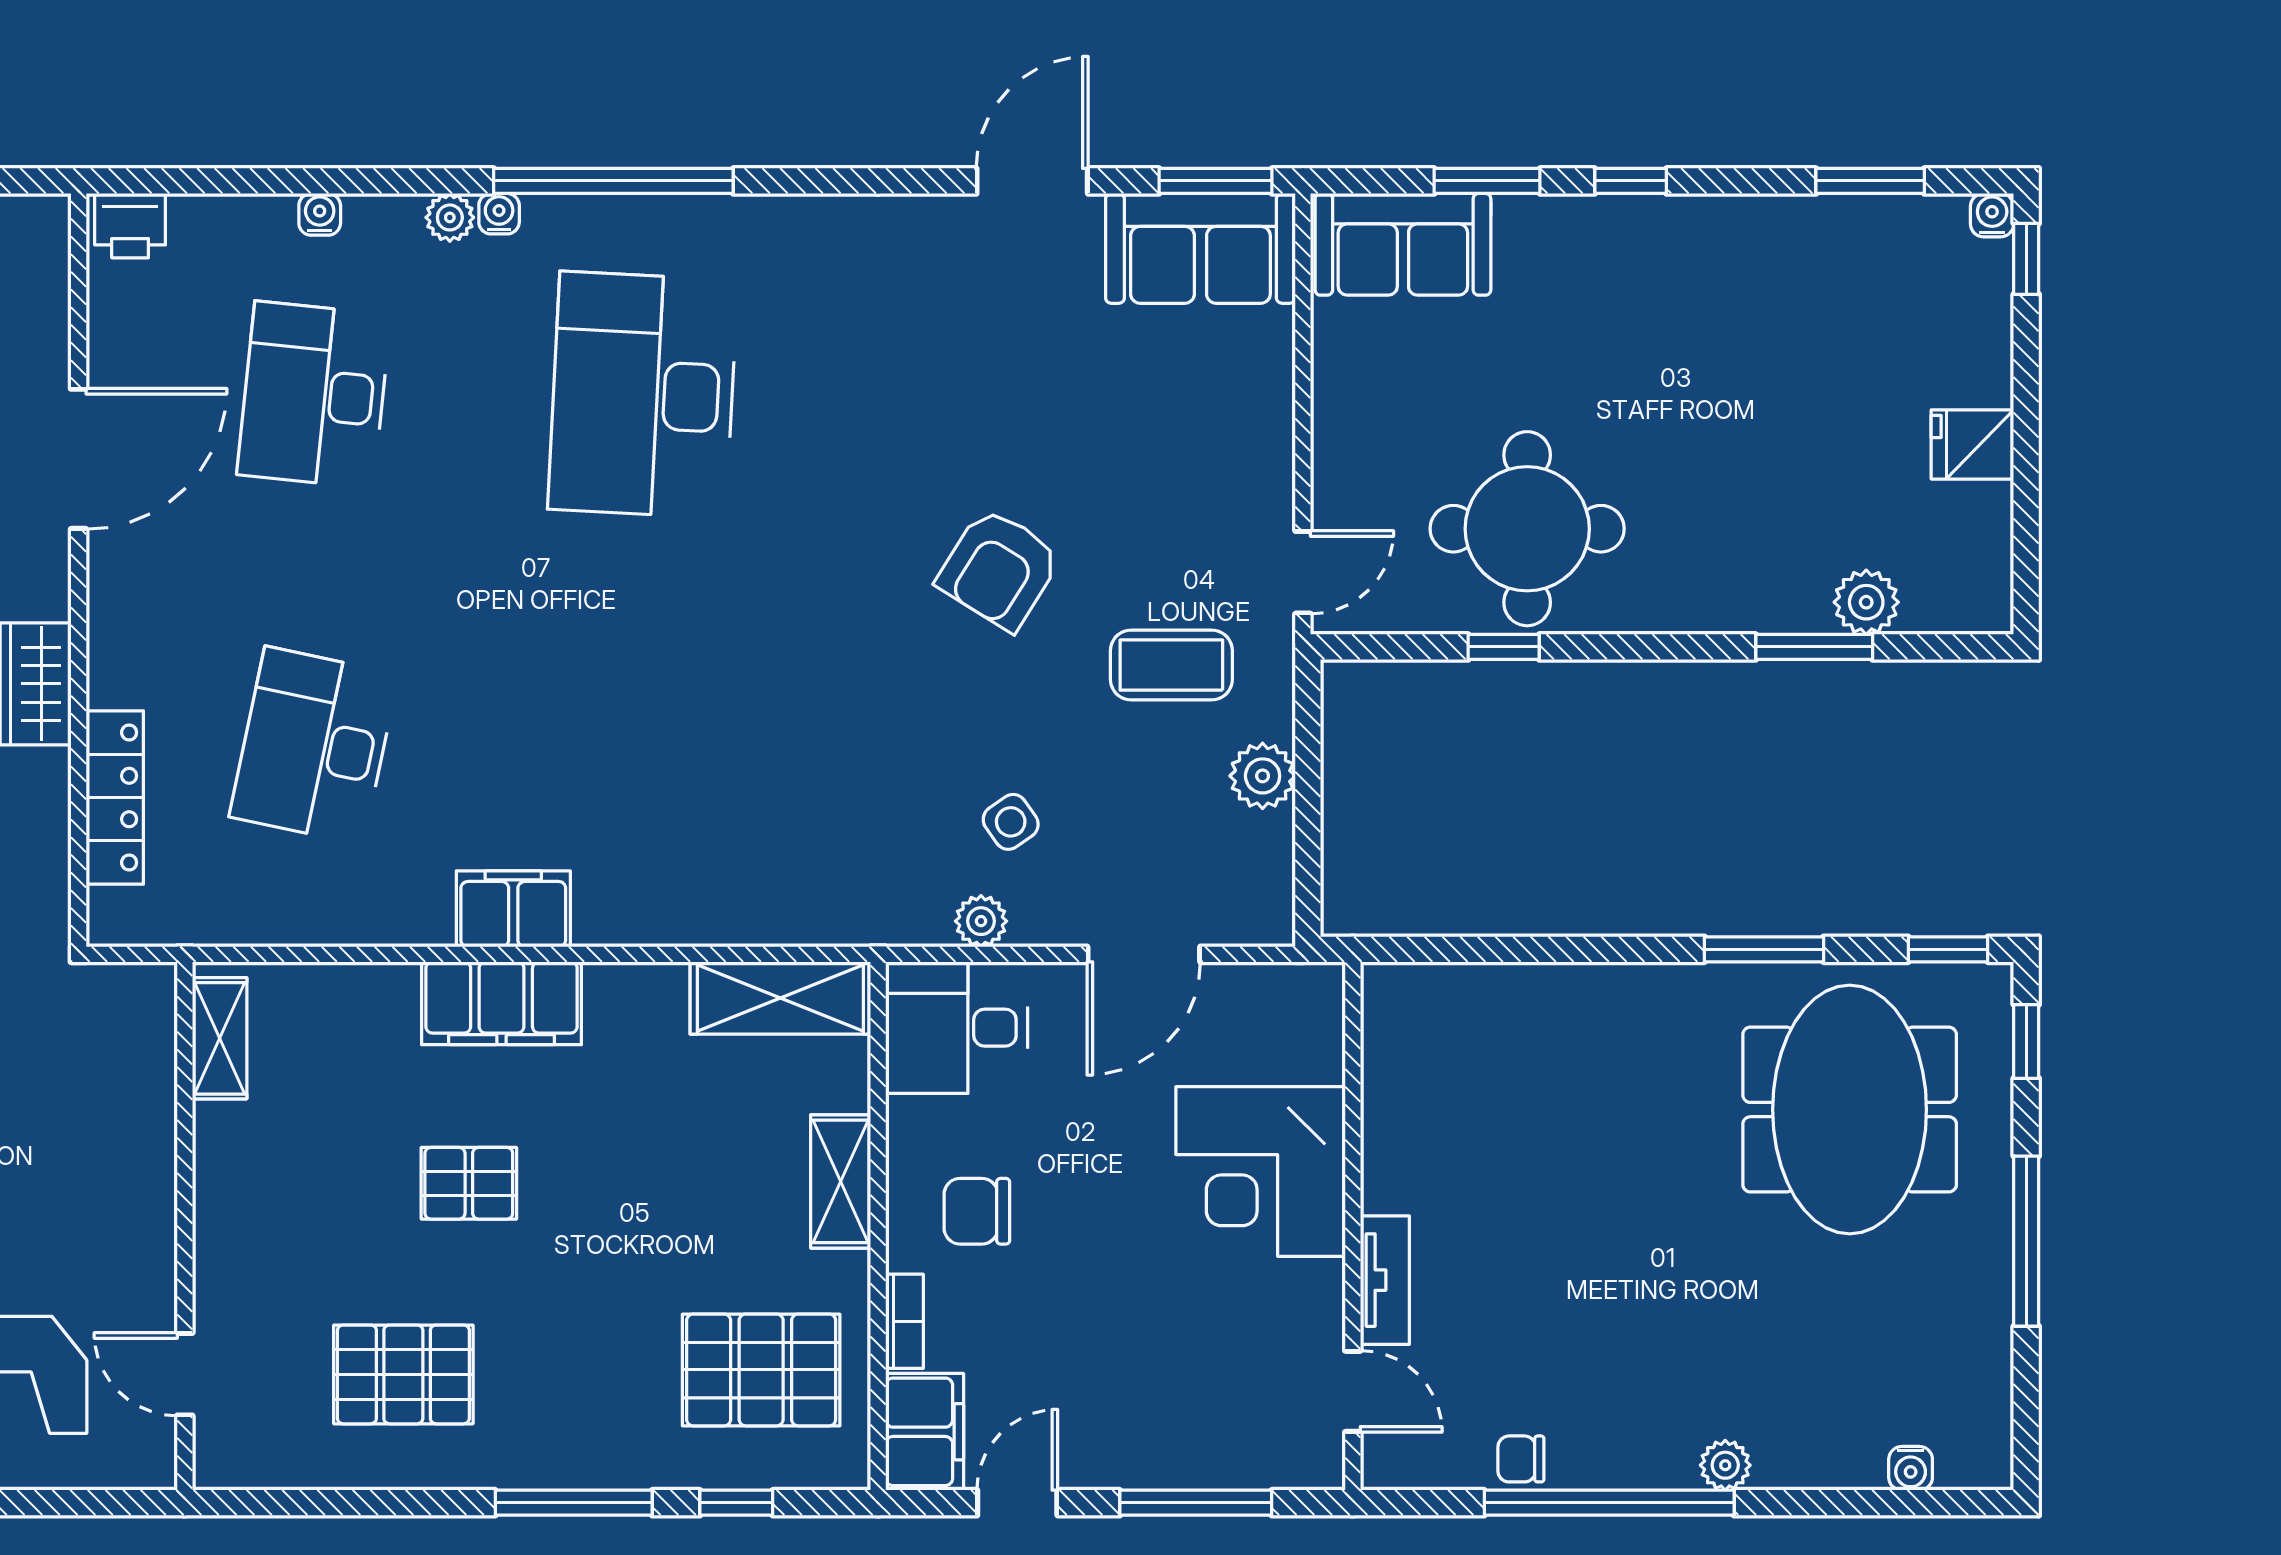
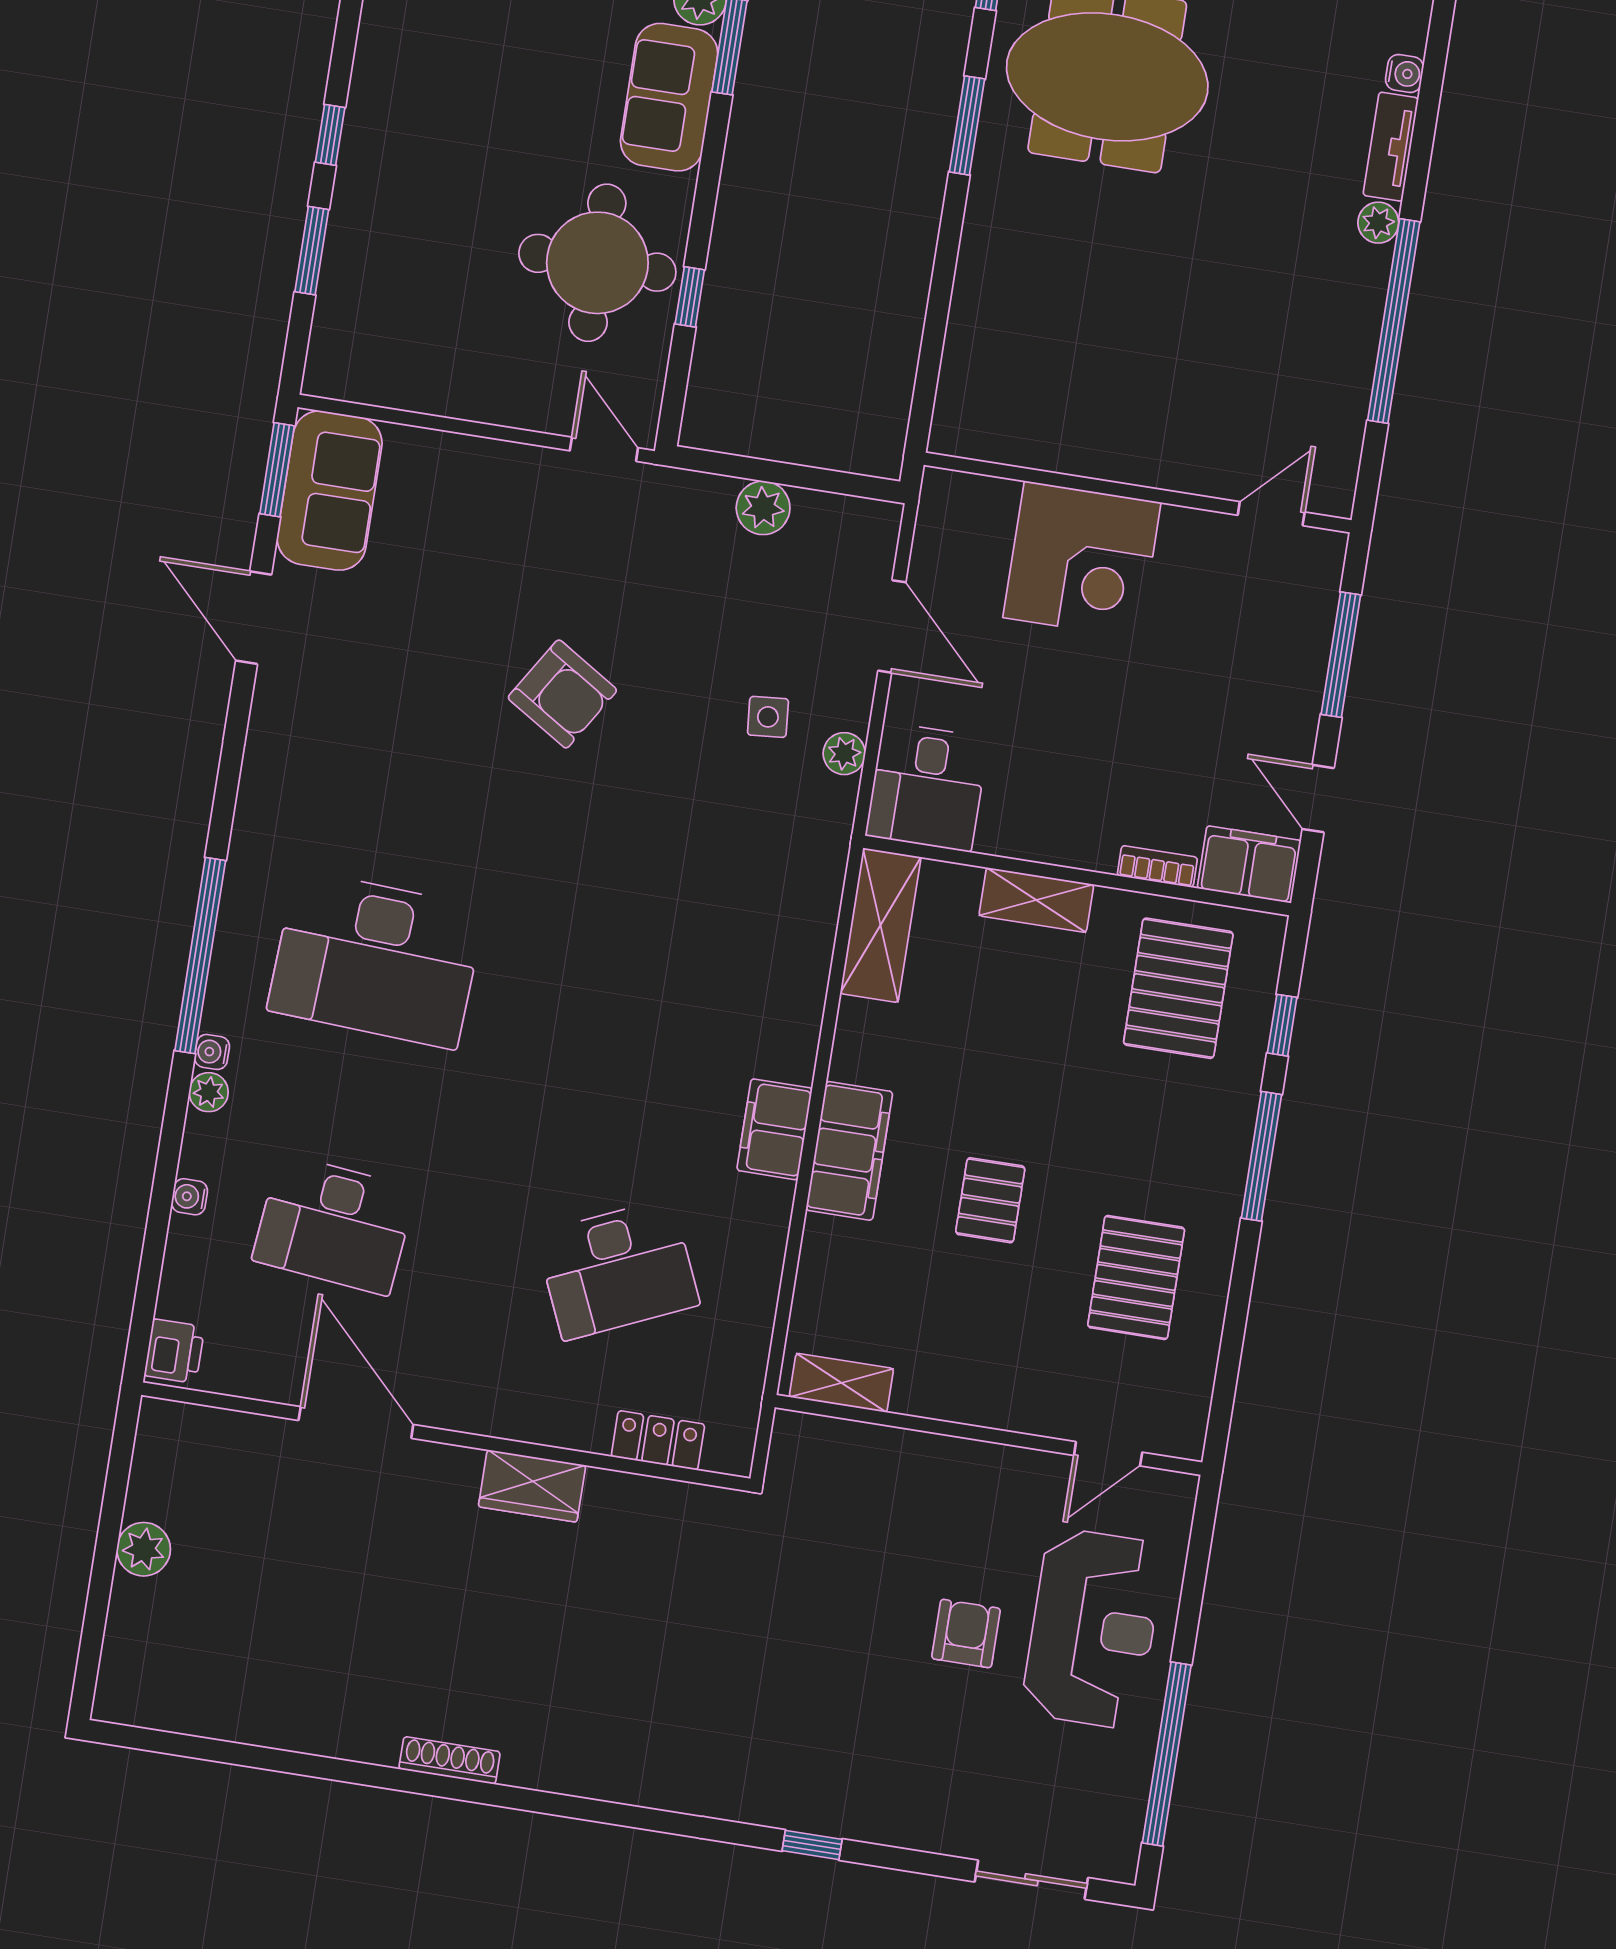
sofa: (1403, 244) -> (669, 97), moved, turned 180
coffee table: (1171, 665) -> (662, 567), removed
desk: (314, 746) -> (617, 1269), turned -36
locker: (115, 798) -> (658, 1440), width x0.66
side table: (1011, 822) -> (768, 717), turned 30
chair: (977, 1211) -> (1078, 794), removed
tv unit: (1385, 1280) -> (1391, 147), moved, turned -90
chair: (1521, 1459) -> (1347, 387), removed

